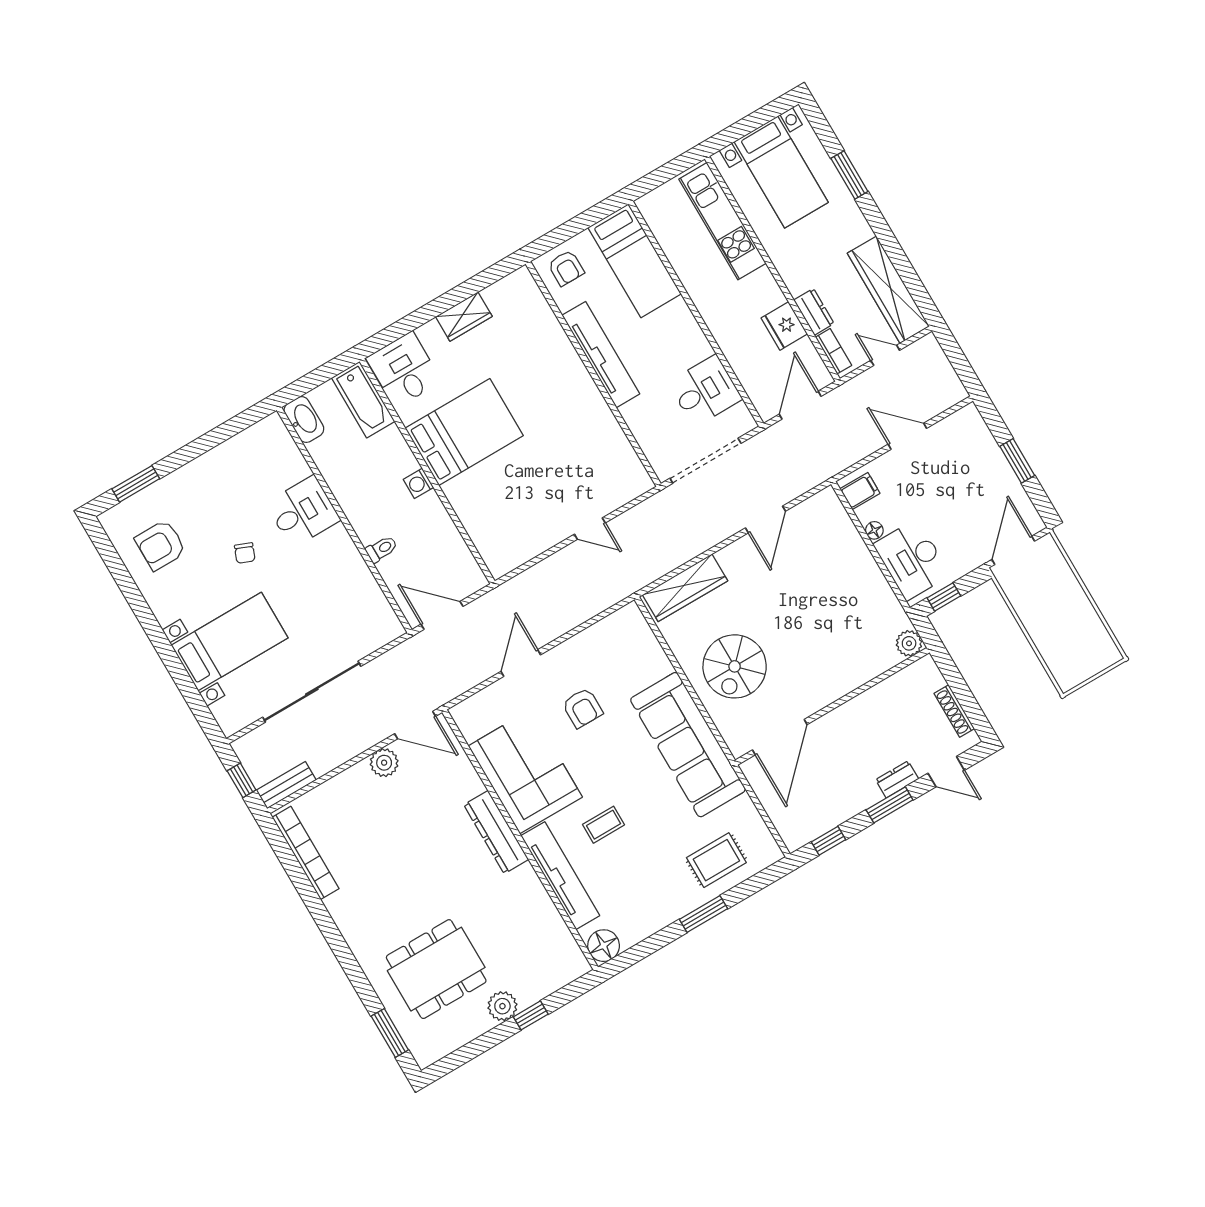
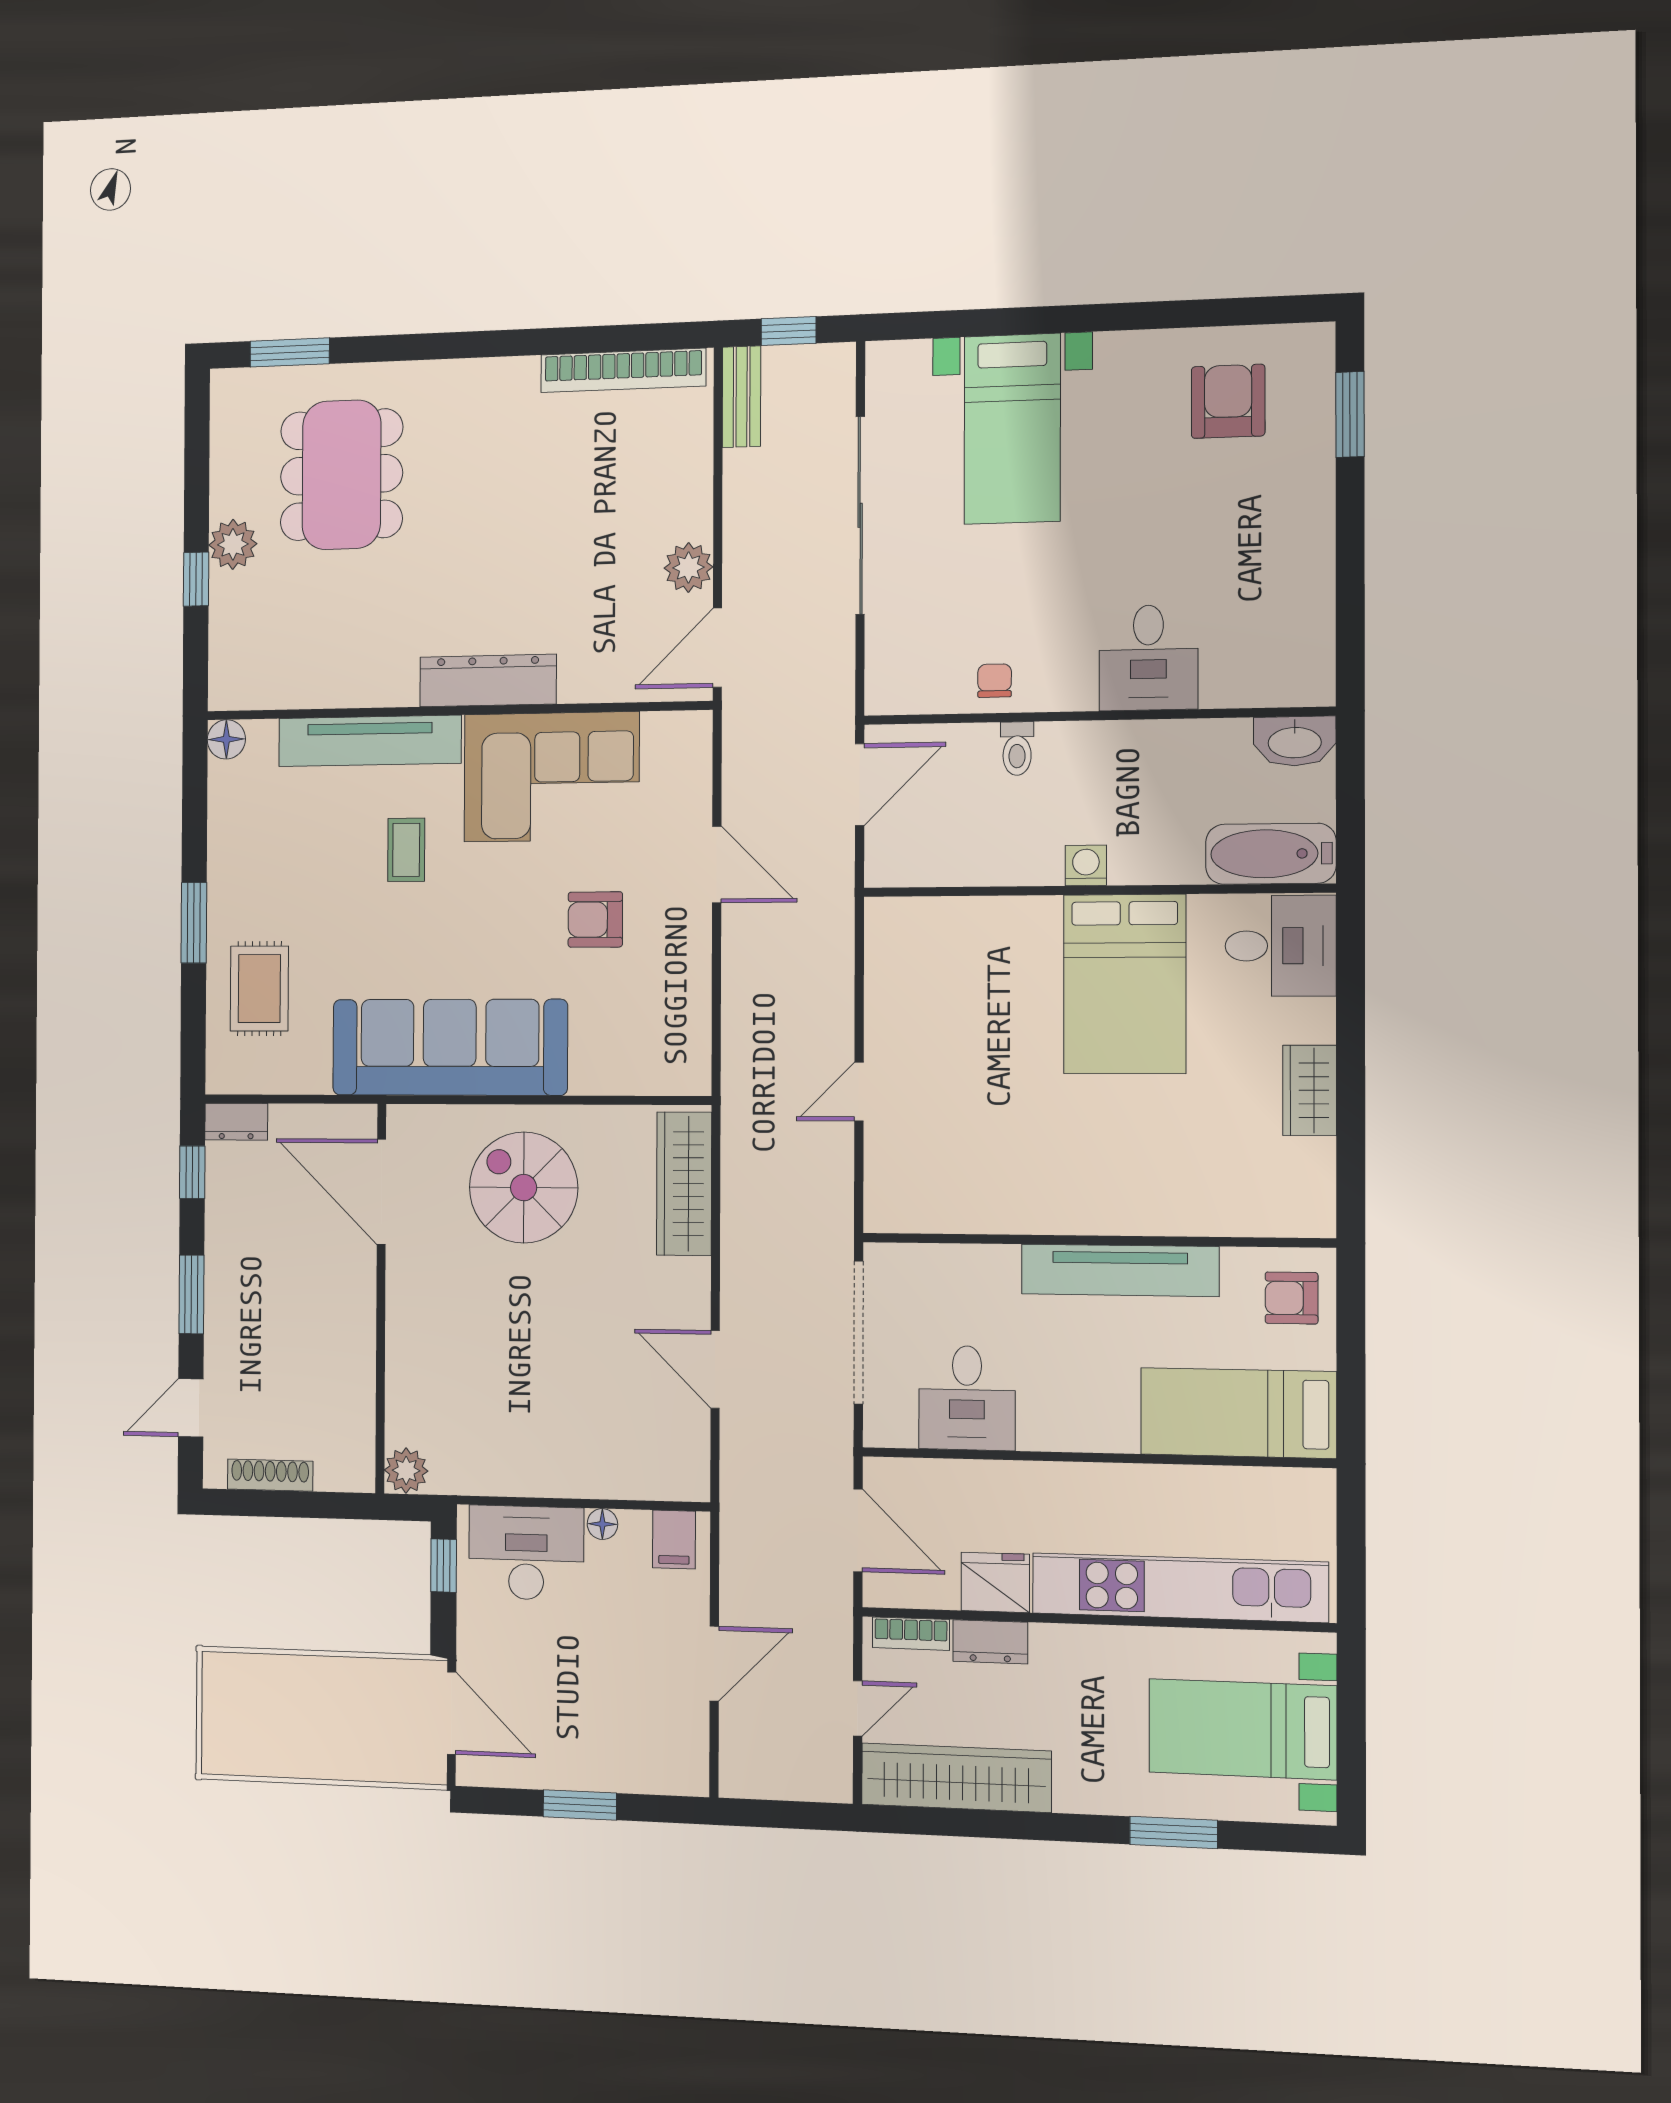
kitchen unit: (722, 221) -> (1180, 1588), width x1.36
chair: (245, 553) -> (995, 681), moved, turned 68
dresser: (897, 779) -> (236, 1122), moved, turned 90
floor lamp: (604, 946) -> (226, 739), width x0.73, depth x0.73

